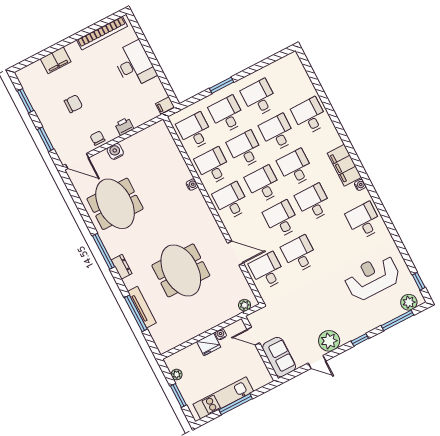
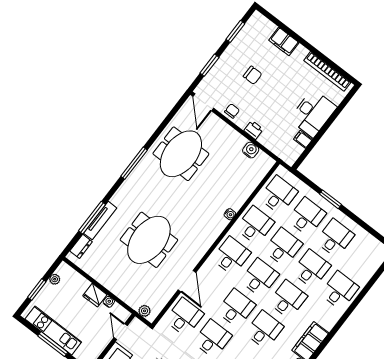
filing cabinet: (165, 105) -> (303, 139), moved
water cooler: (115, 151) -> (251, 150), moved
dresser: (122, 267) -> (81, 246), moved

